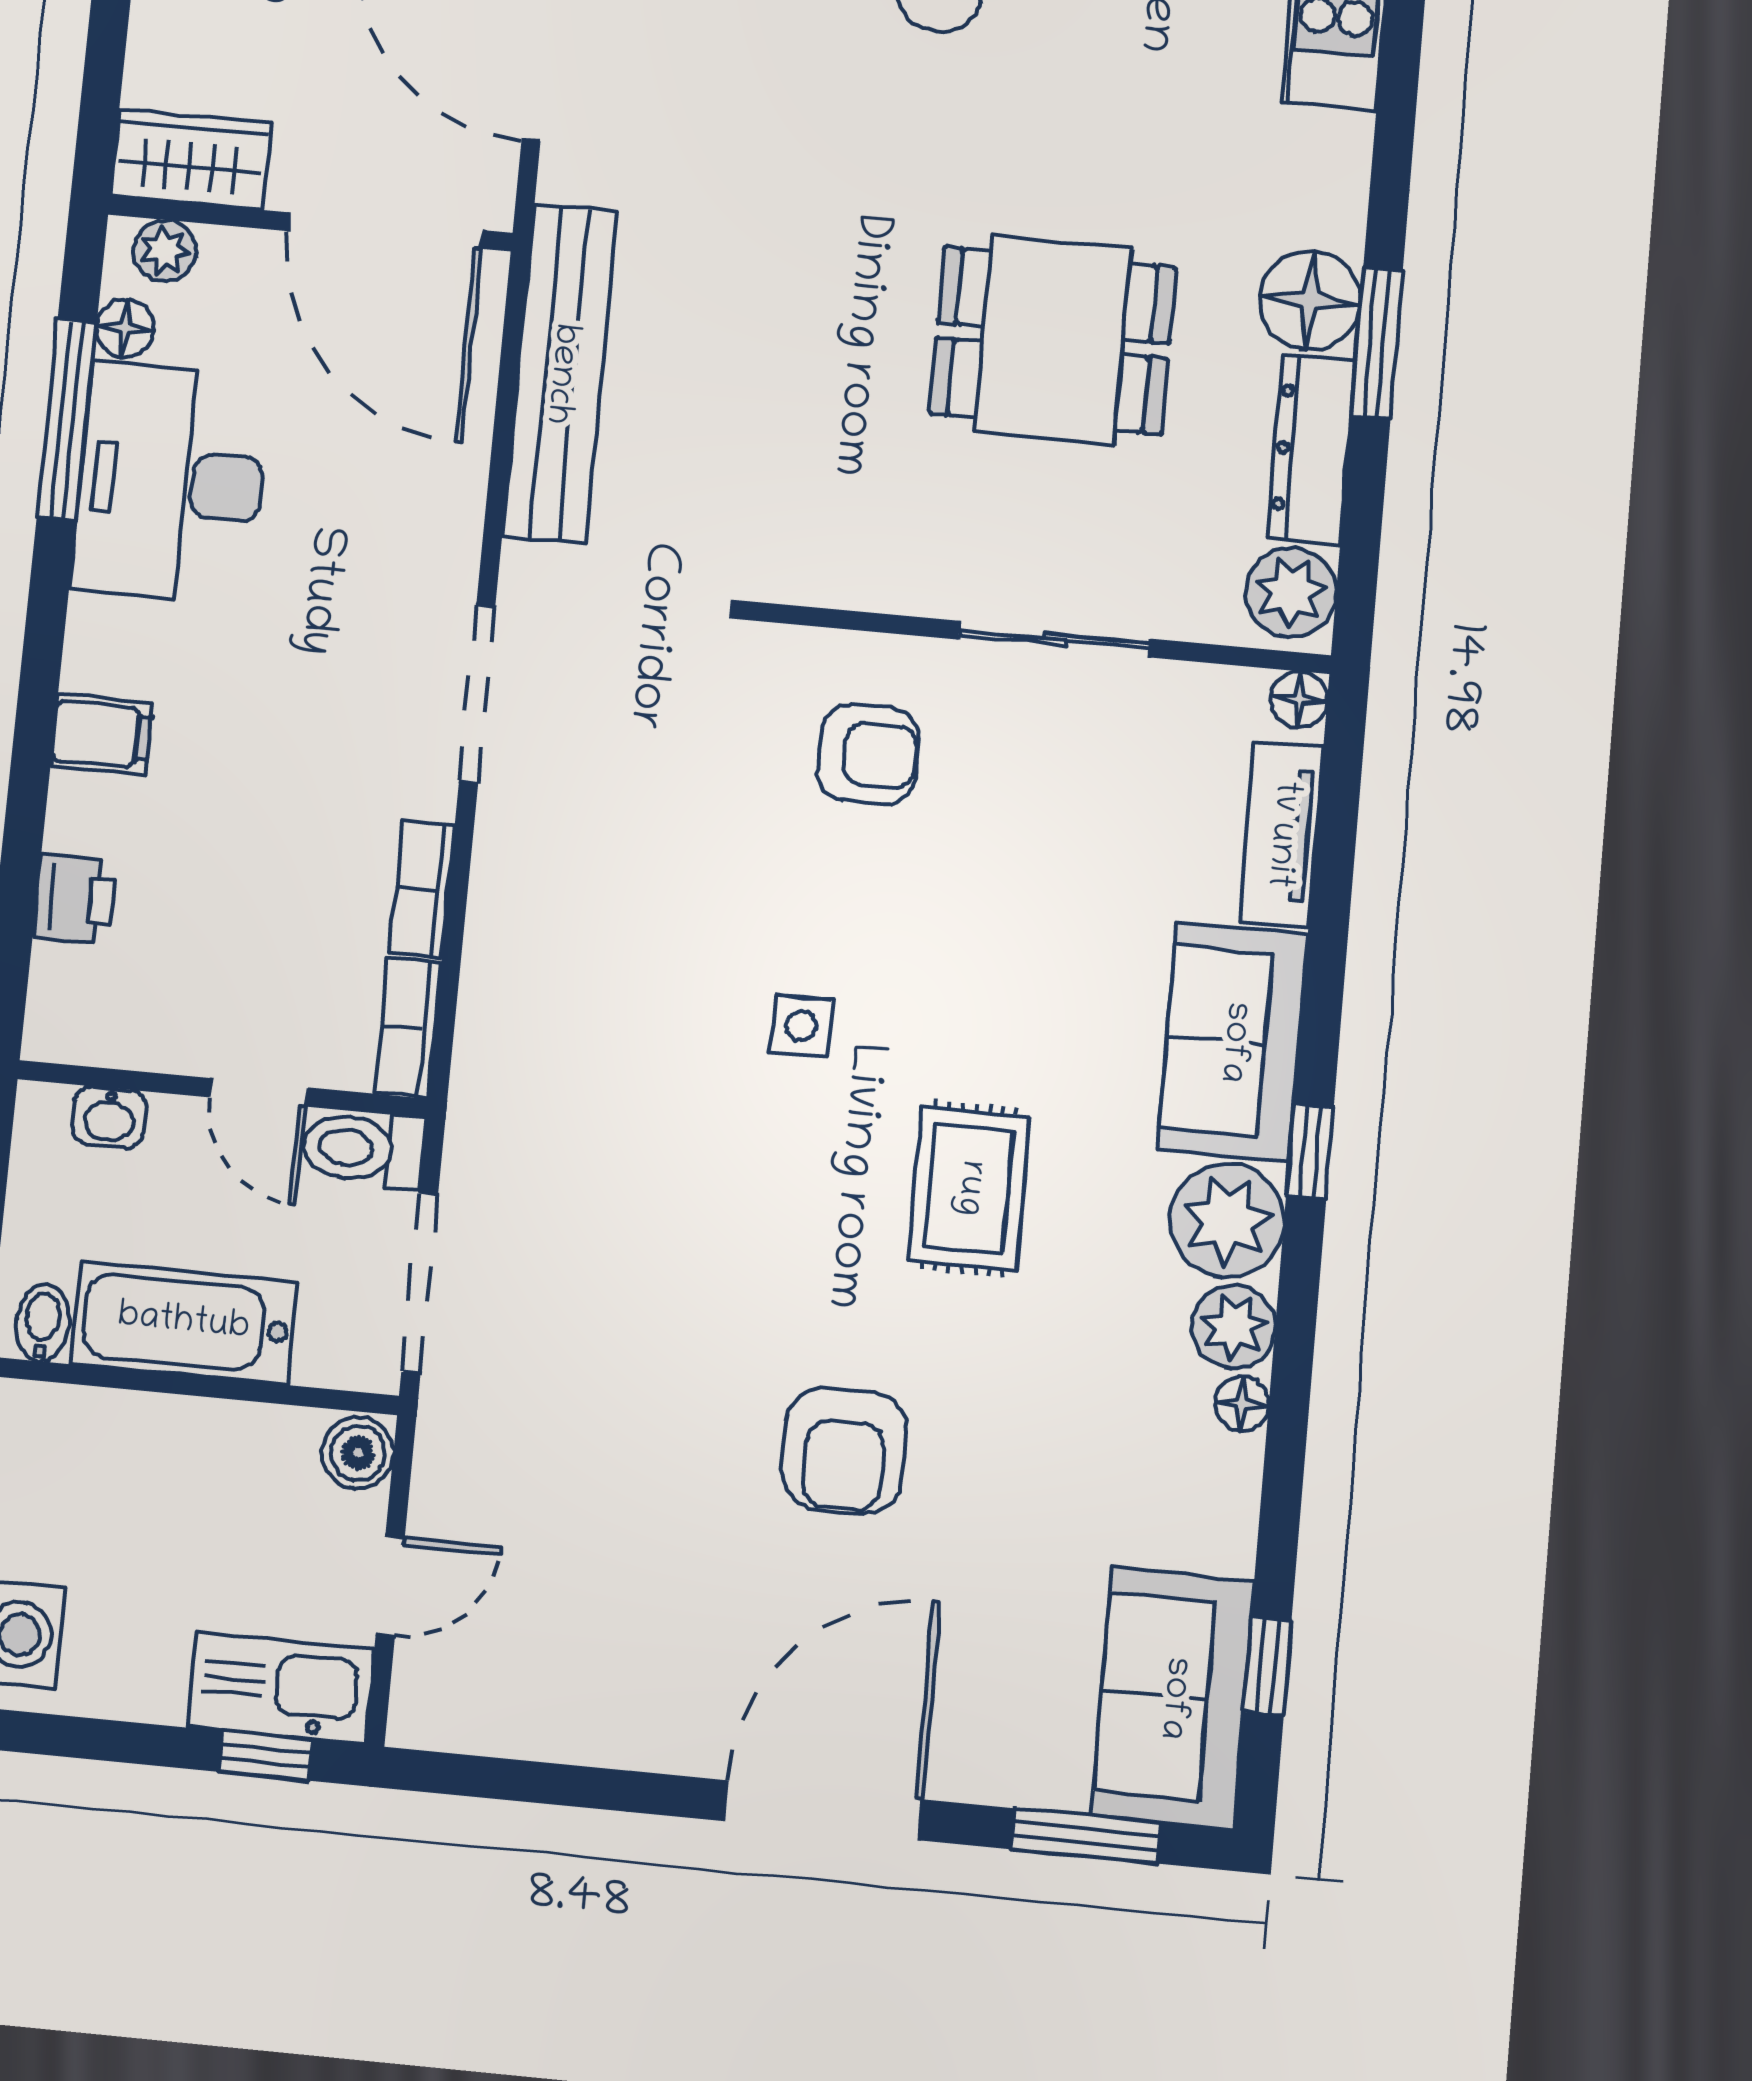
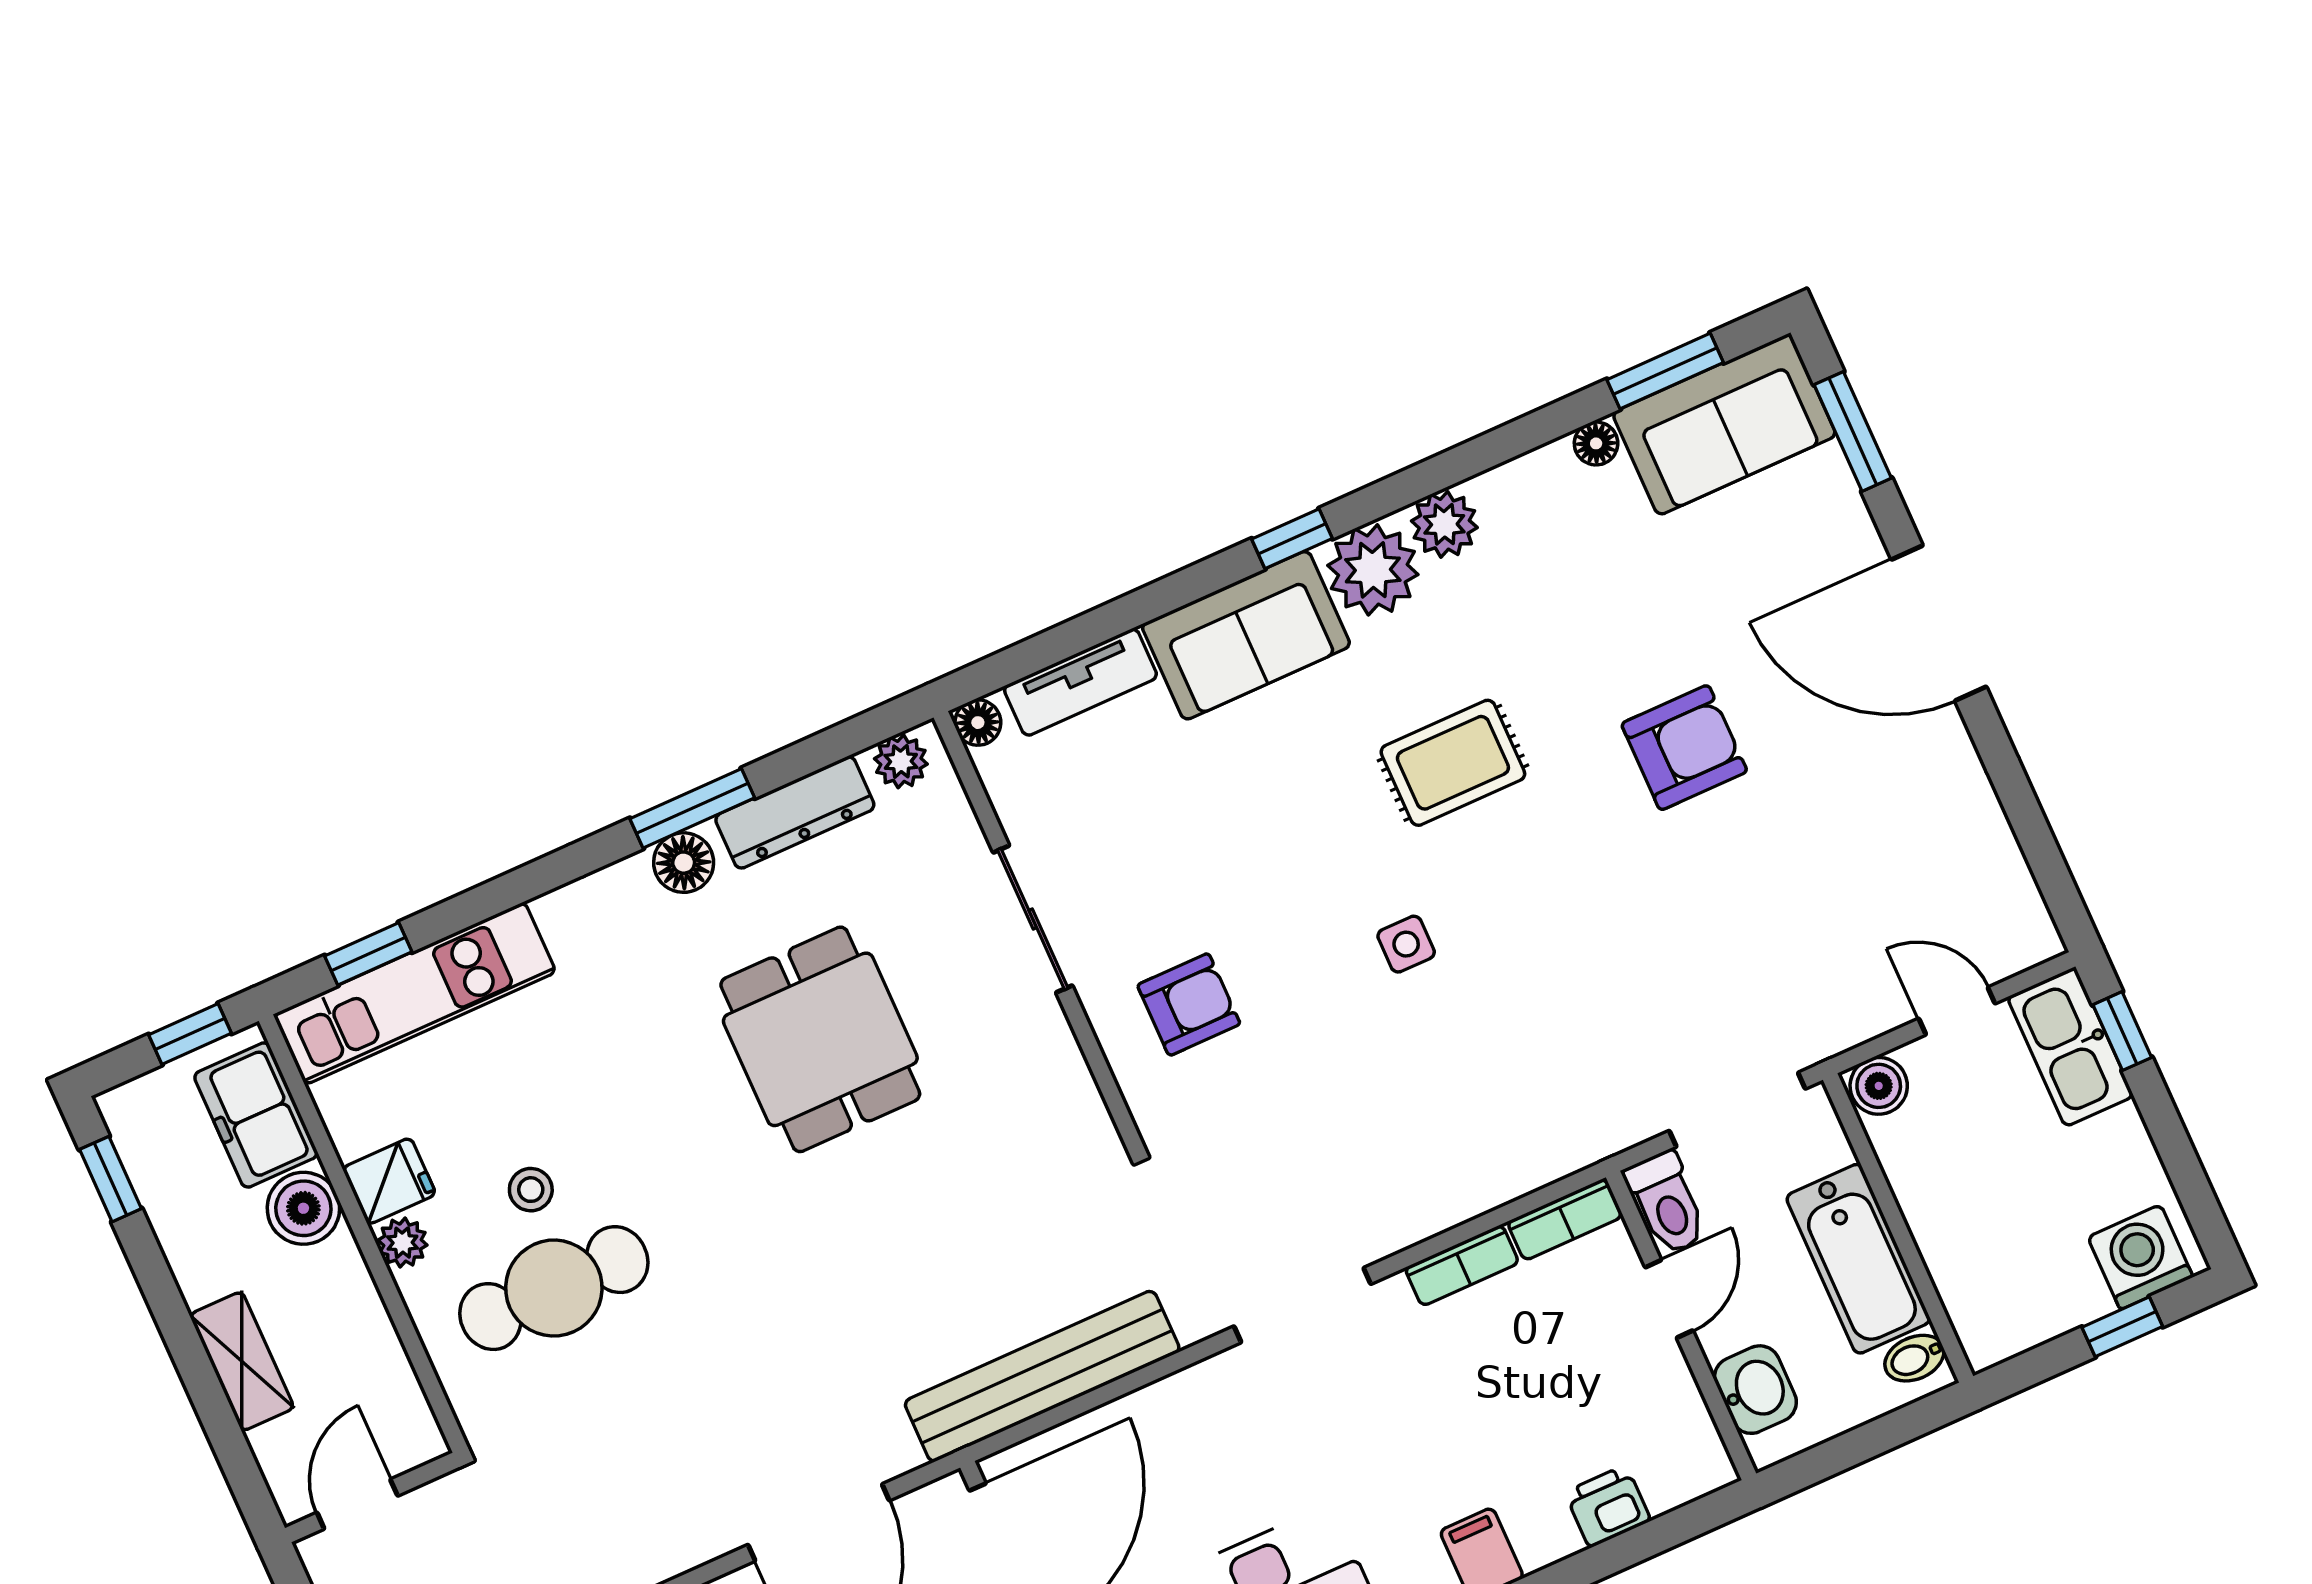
floor lamp: (1310, 300) -> (684, 863), width x0.73, depth x0.73
plant: (1291, 592) -> (901, 761), width x0.73, depth x0.73
armchair: (868, 754) -> (1189, 1004), turned 90
washbasin: (109, 1117) -> (1755, 1390), width x1.38, depth x1.45
floor lamp: (1242, 1404) -> (1596, 443), moved
window: (1267, 1666) -> (1665, 371), width x1.50

